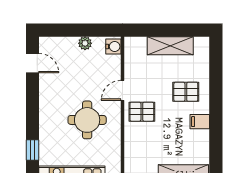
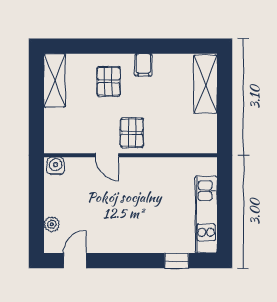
plant: (85, 43) -> (52, 224), moved
shelving: (170, 46) -> (55, 80), moved
round table: (87, 120) -> (141, 197), removed

